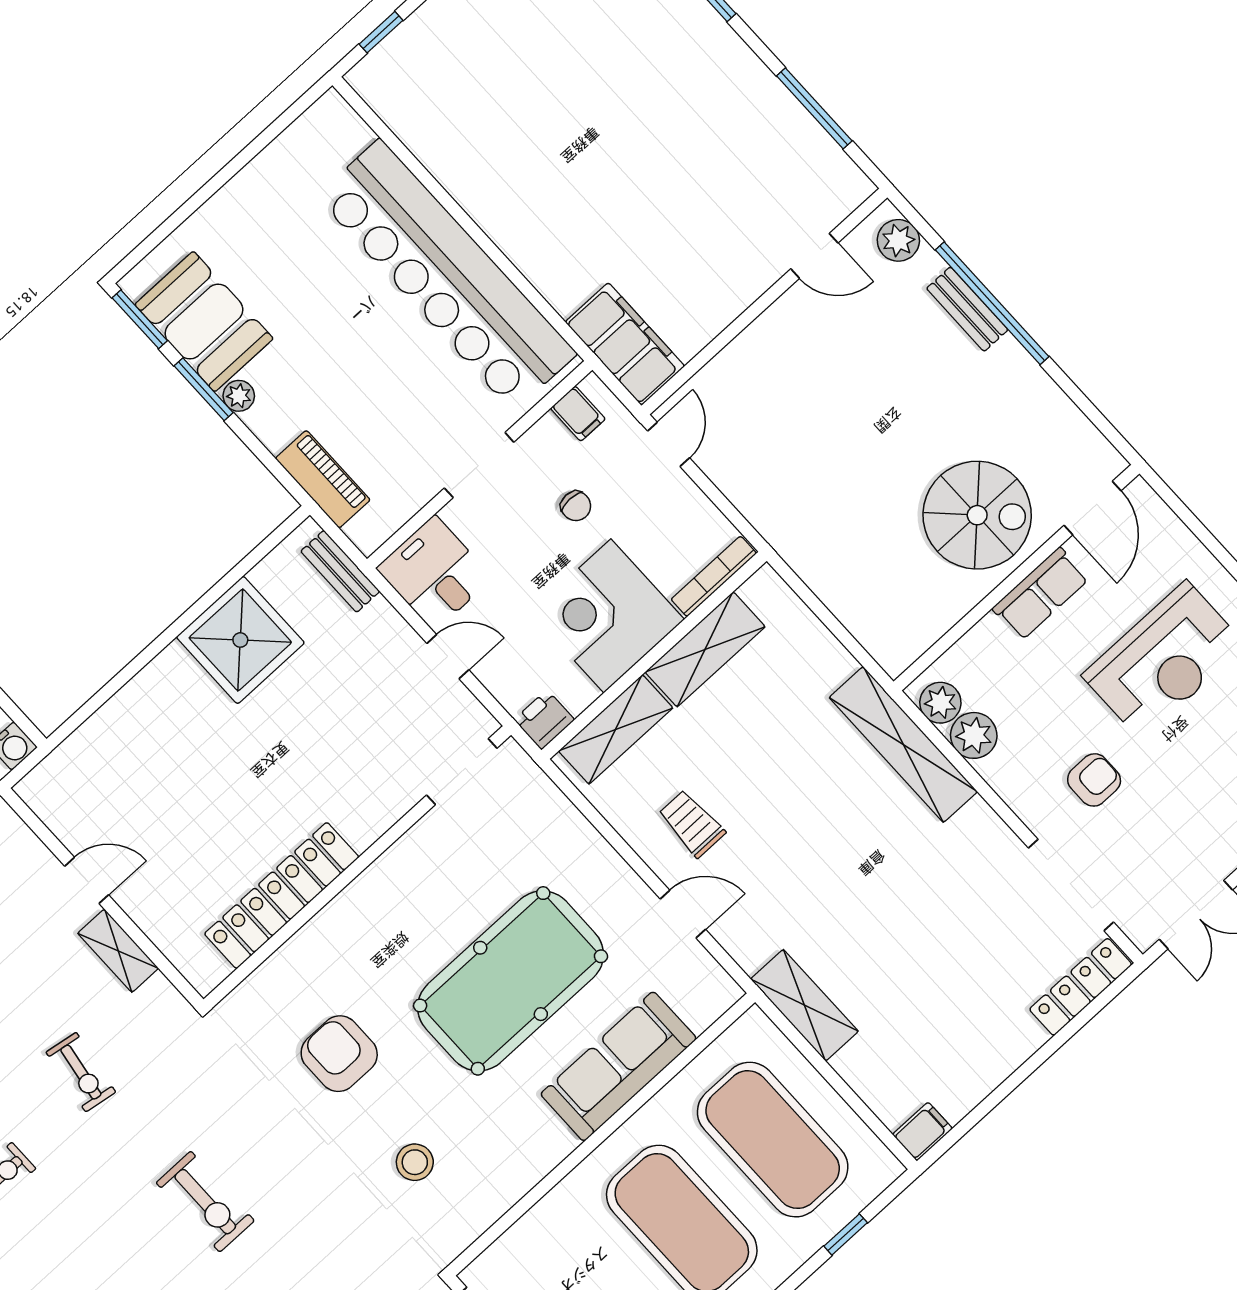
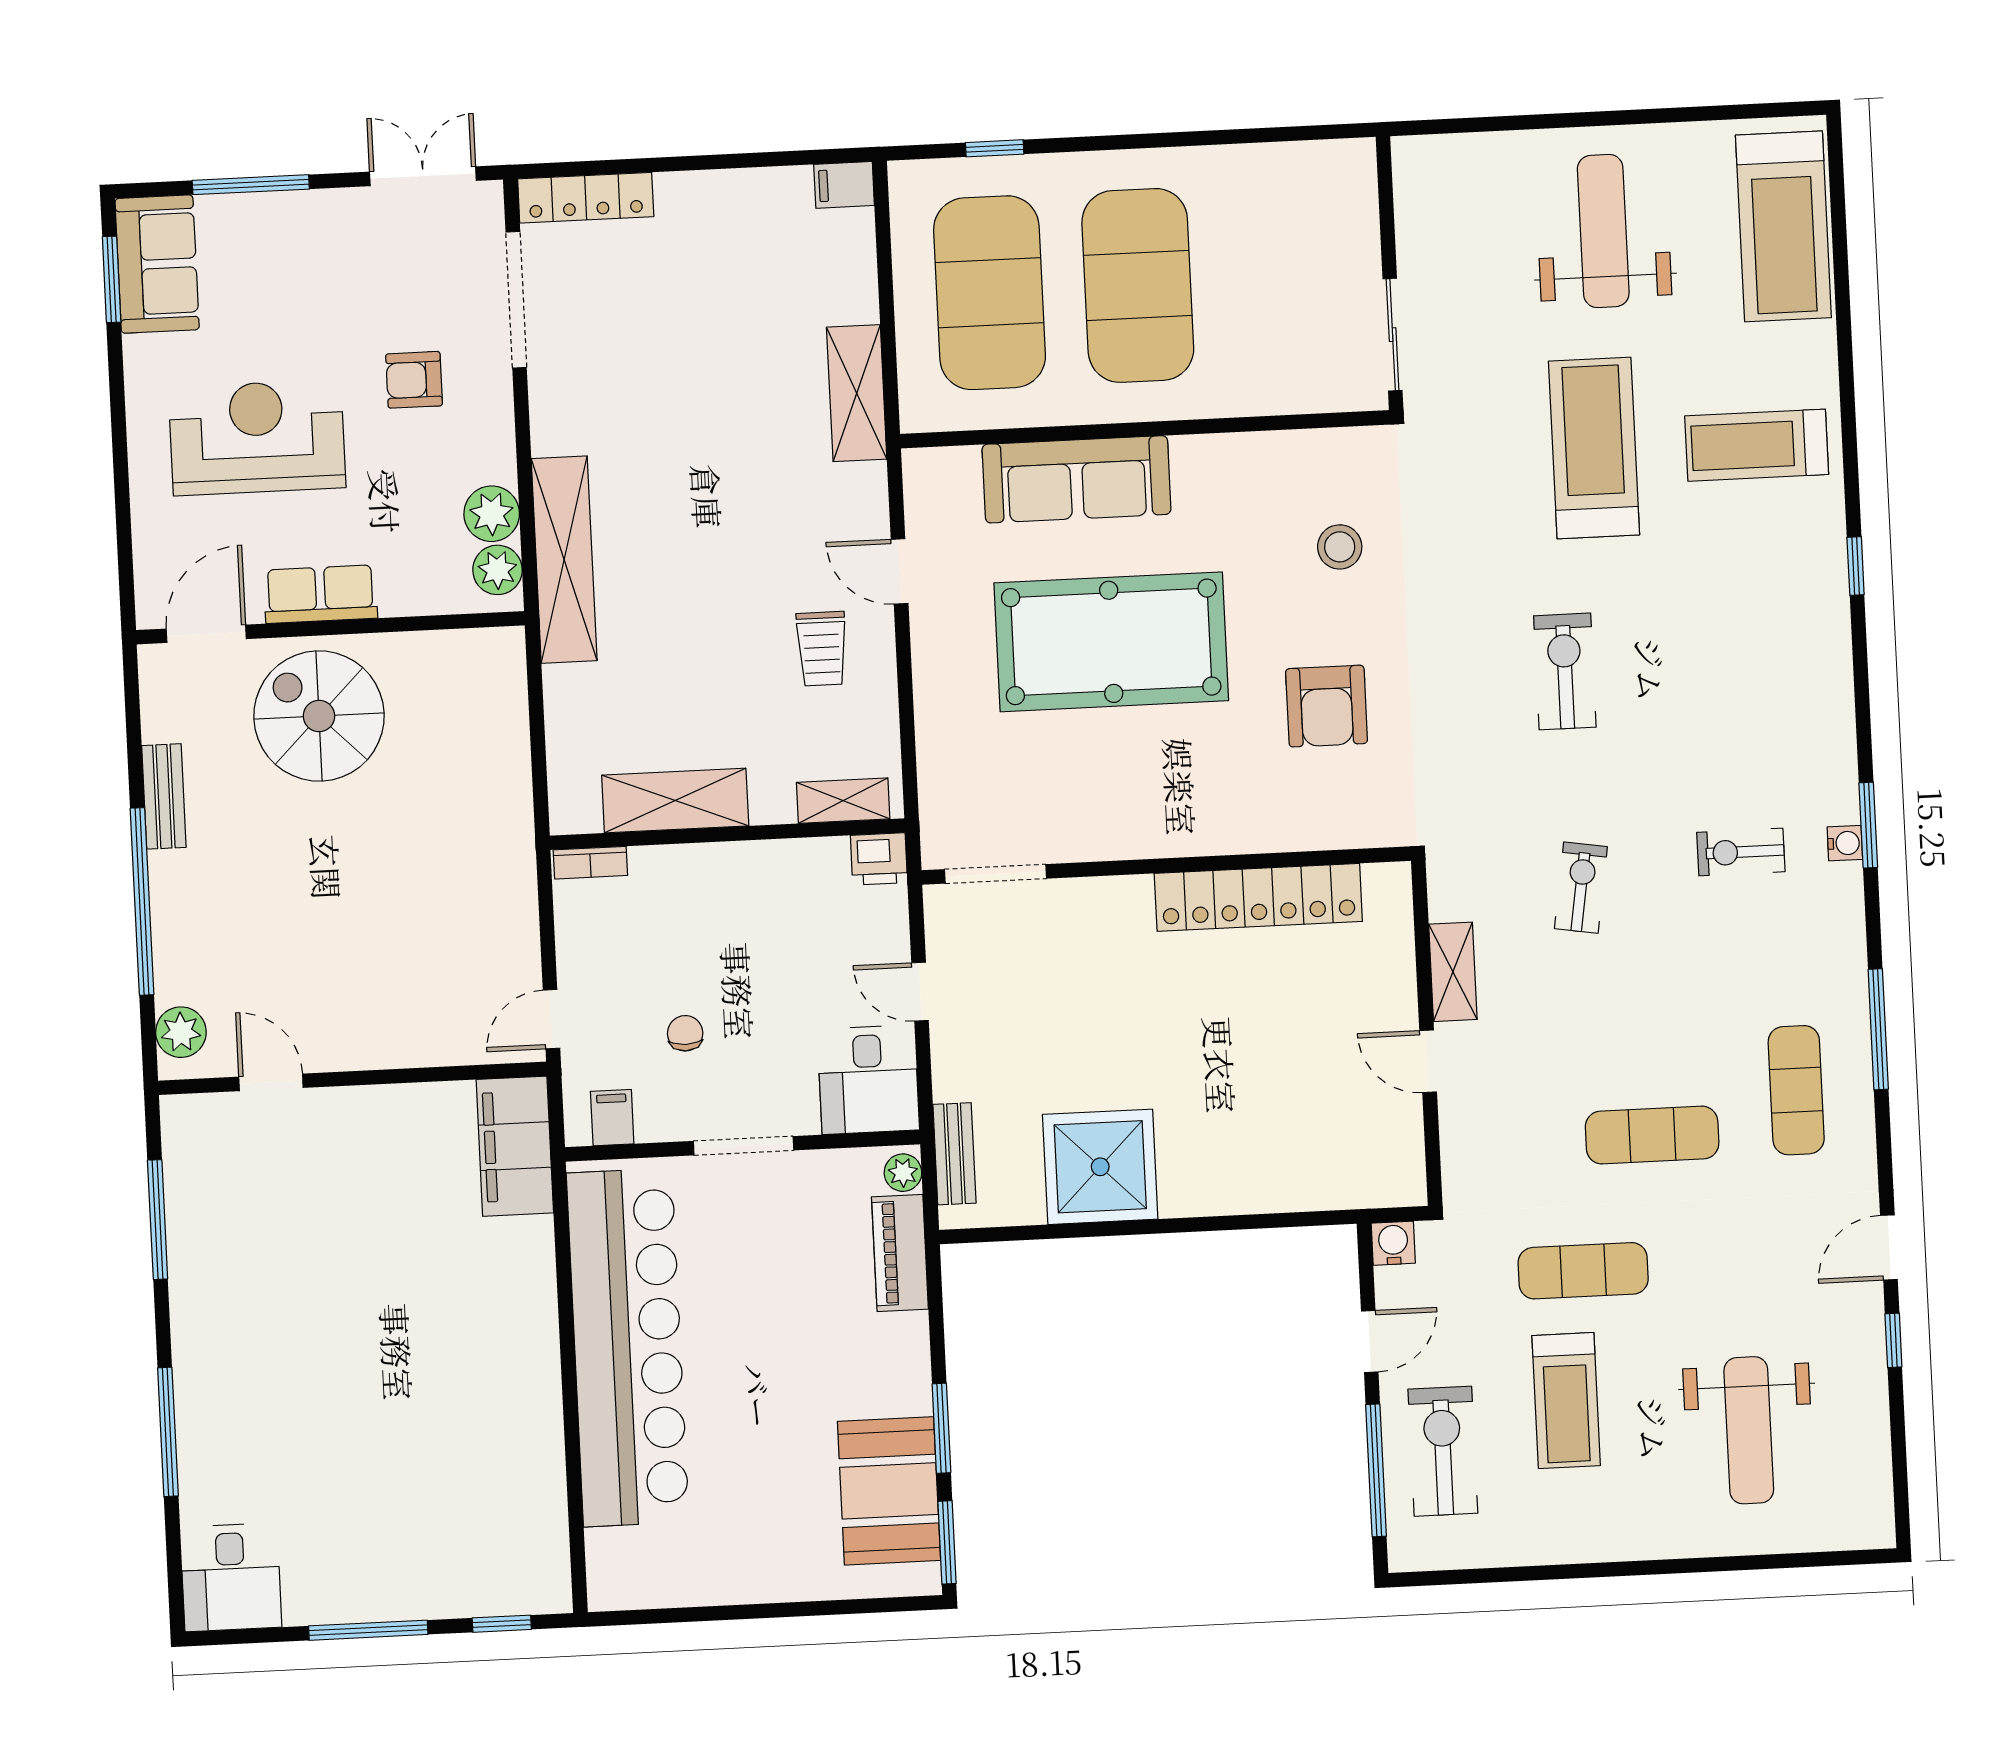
bench: (967, 309) -> (164, 796), moved
plant: (239, 396) -> (903, 1173), moved
bookcase: (714, 576) -> (590, 863), width x0.64
corner desk: (607, 616) -> (740, 907), removed
shelving: (616, 729) -> (843, 801), width x0.67, depth x0.75

